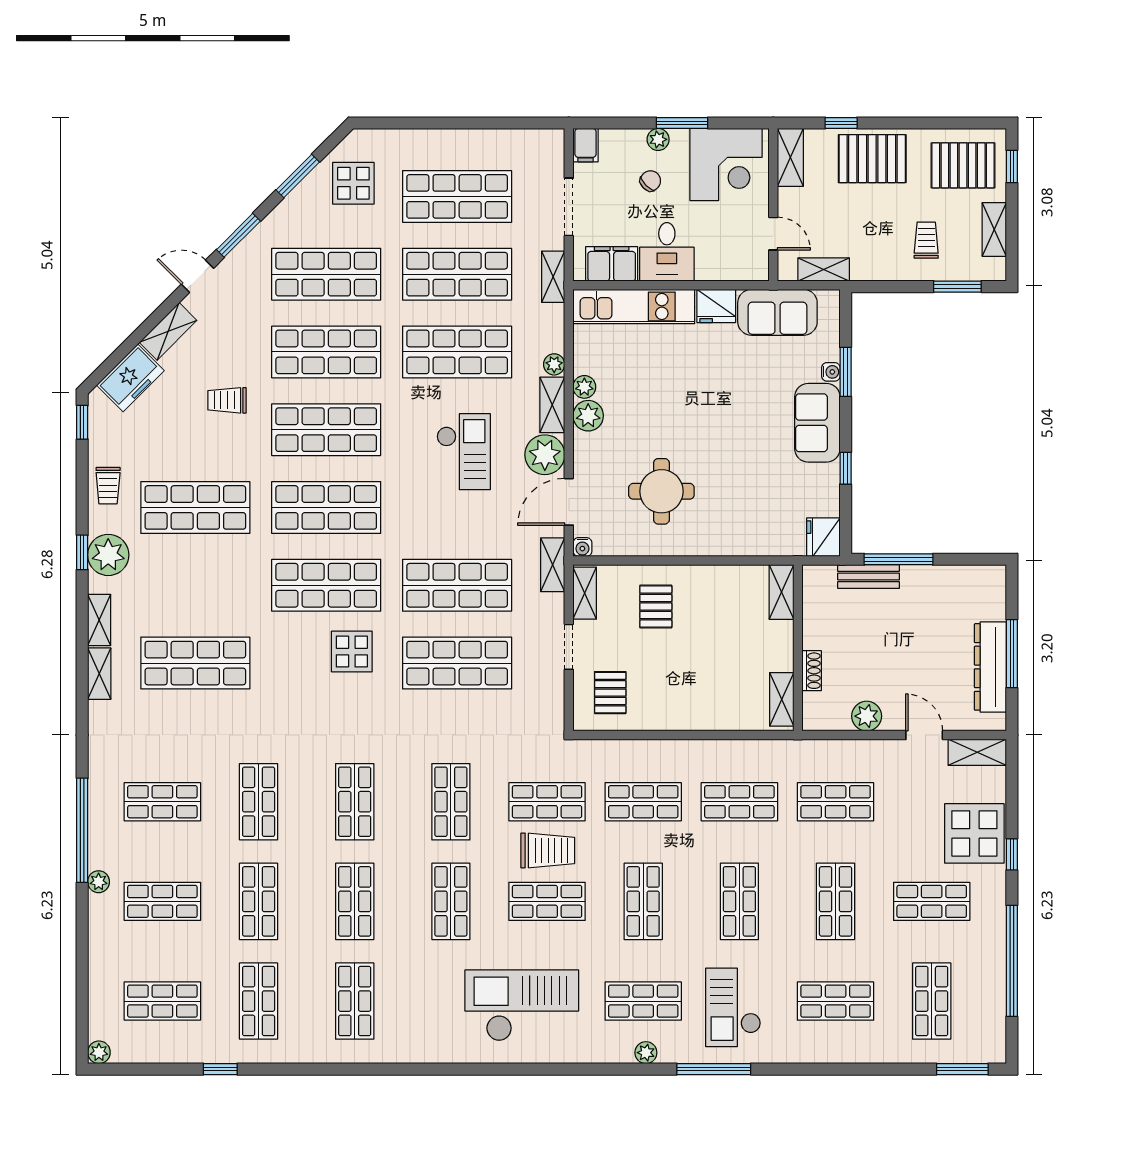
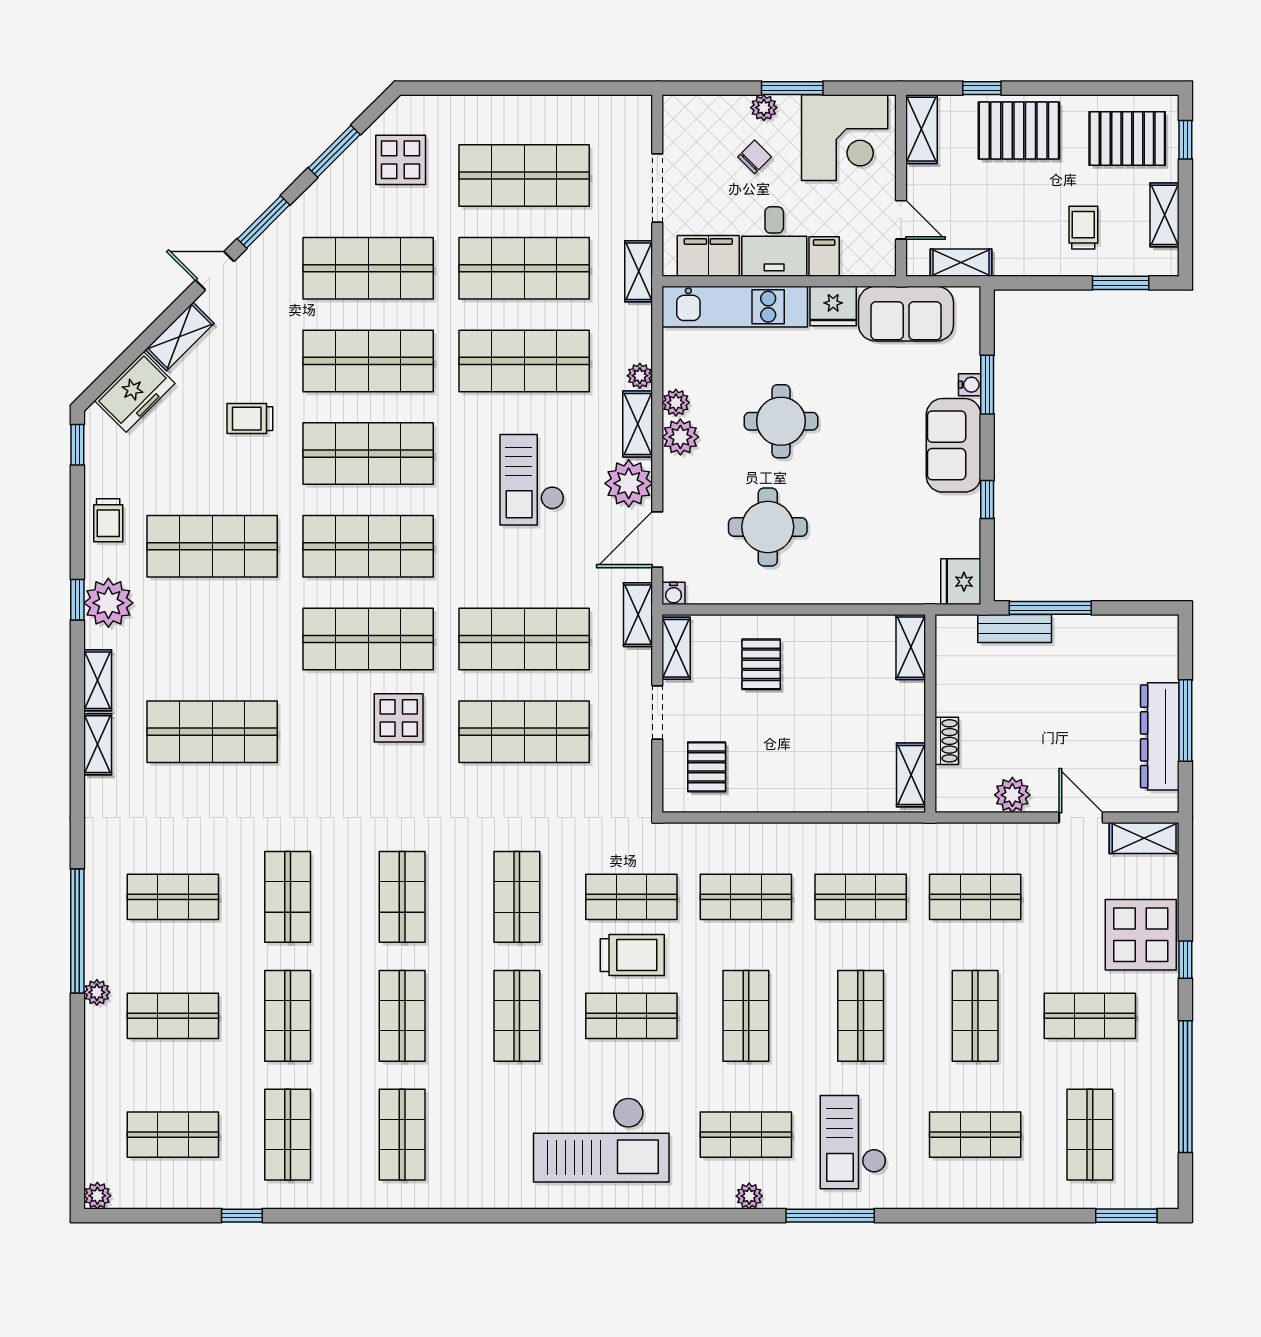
filing cabinet: (586, 145) -> (824, 257), moved, turned 180
round table: (673, 403) -> (781, 421), added
checkout: (464, 452) -> (532, 480), turned 180
checkout: (522, 1005) -> (601, 1140), turned 180

